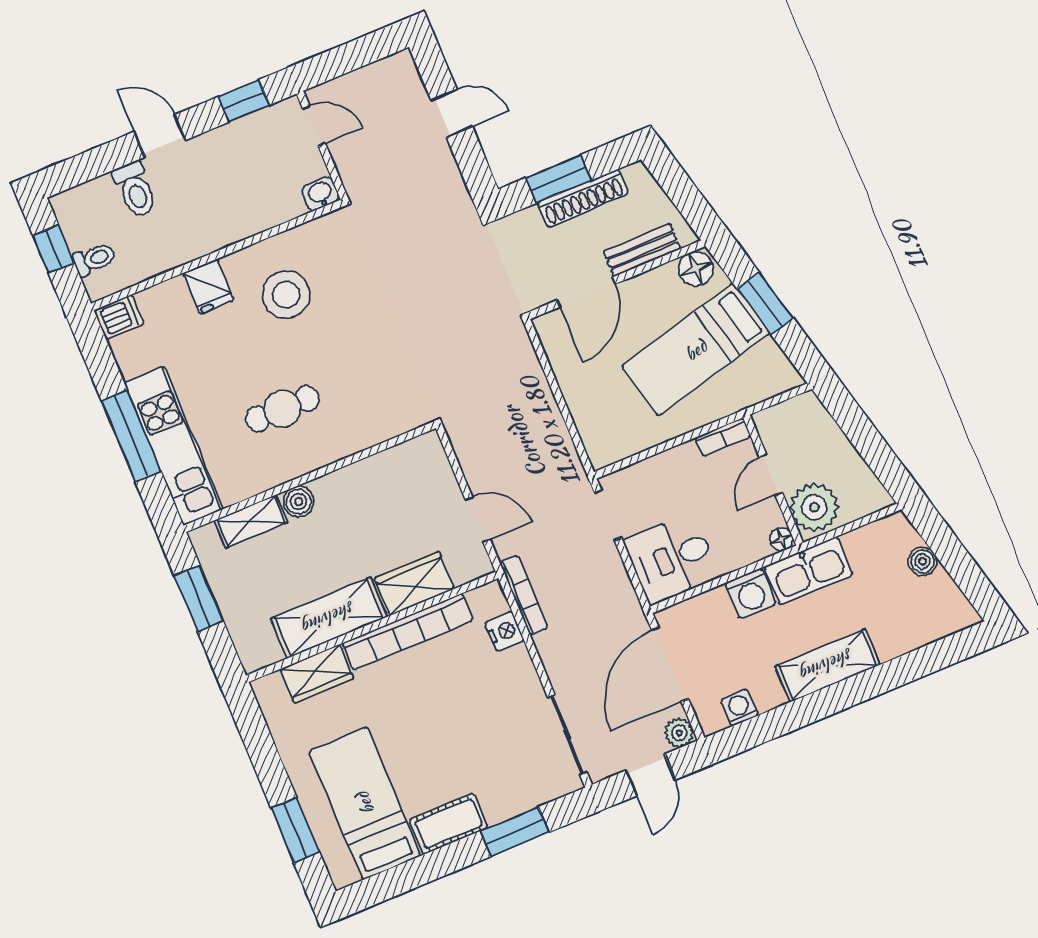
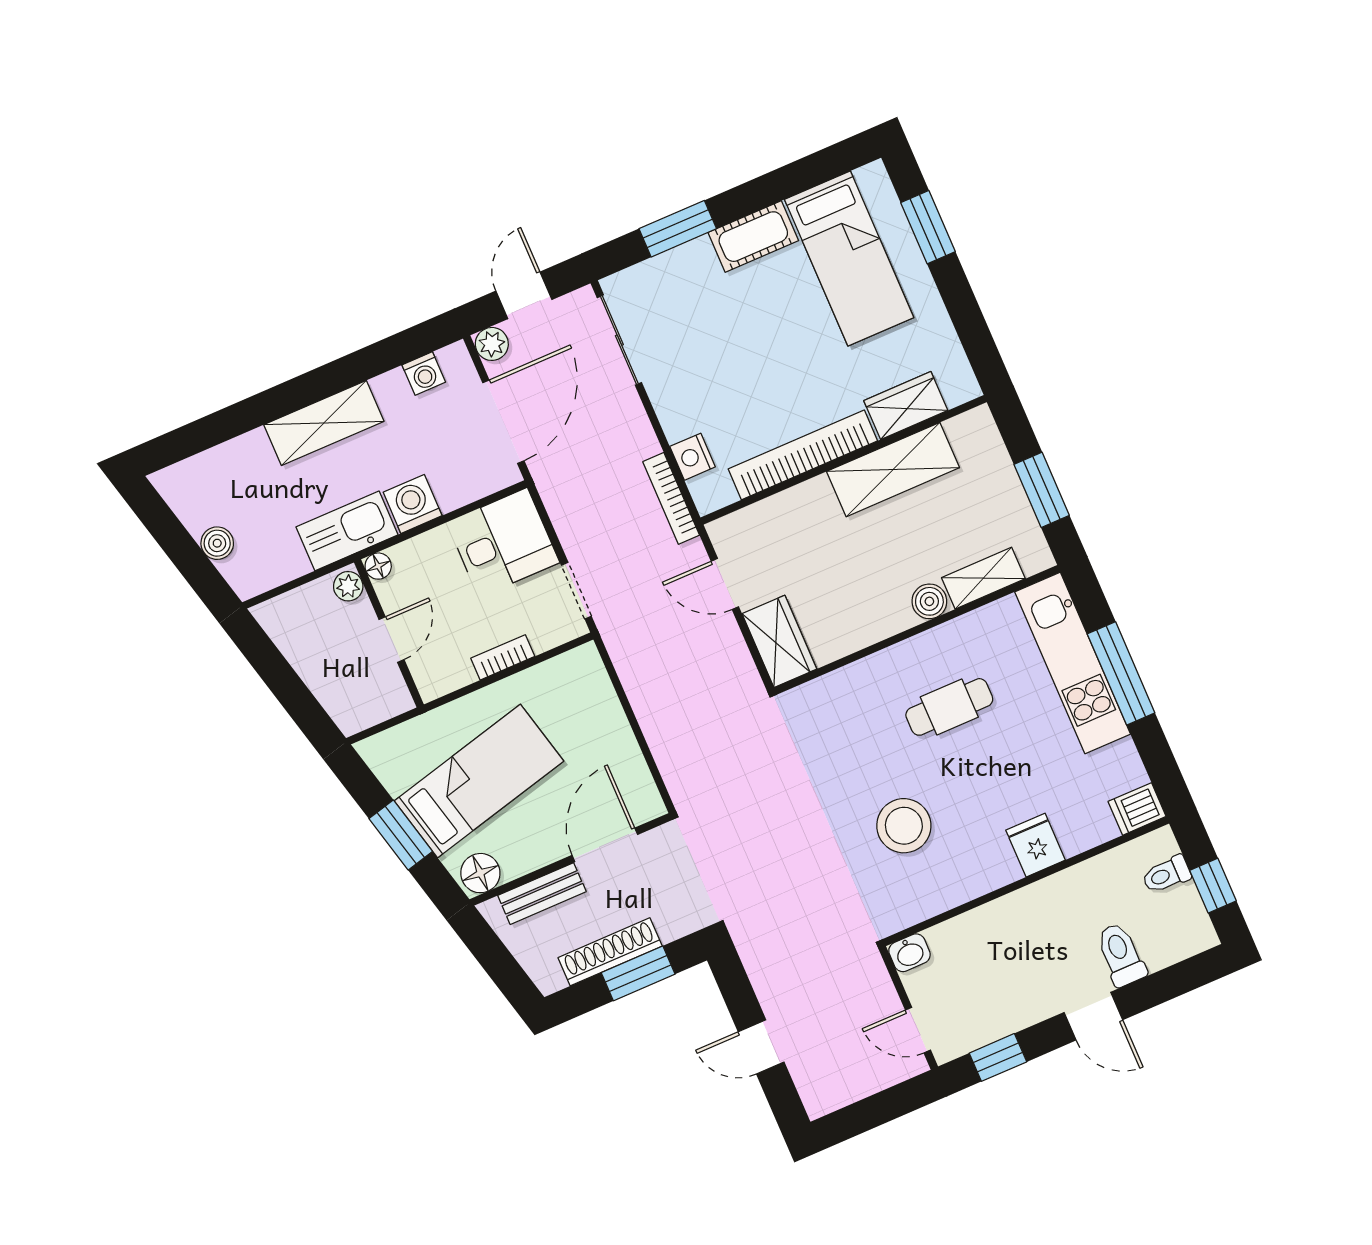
stool: (286, 295) -> (904, 826), moved
bookcase: (723, 437) -> (503, 657), moved
plant: (814, 507) -> (348, 586), width x0.53, depth x0.53
wardrobe: (414, 583) -> (779, 641), moved, turned -90

